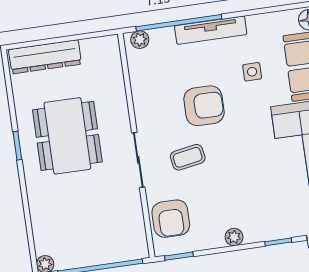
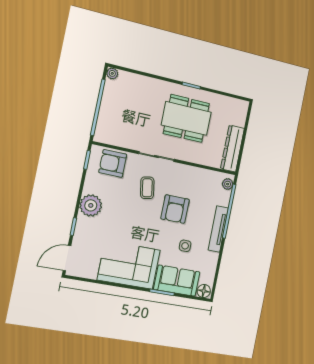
dresser: (45, 57) -> (232, 149), moved
plant: (234, 237) -> (91, 205), width x1.88, depth x1.88

